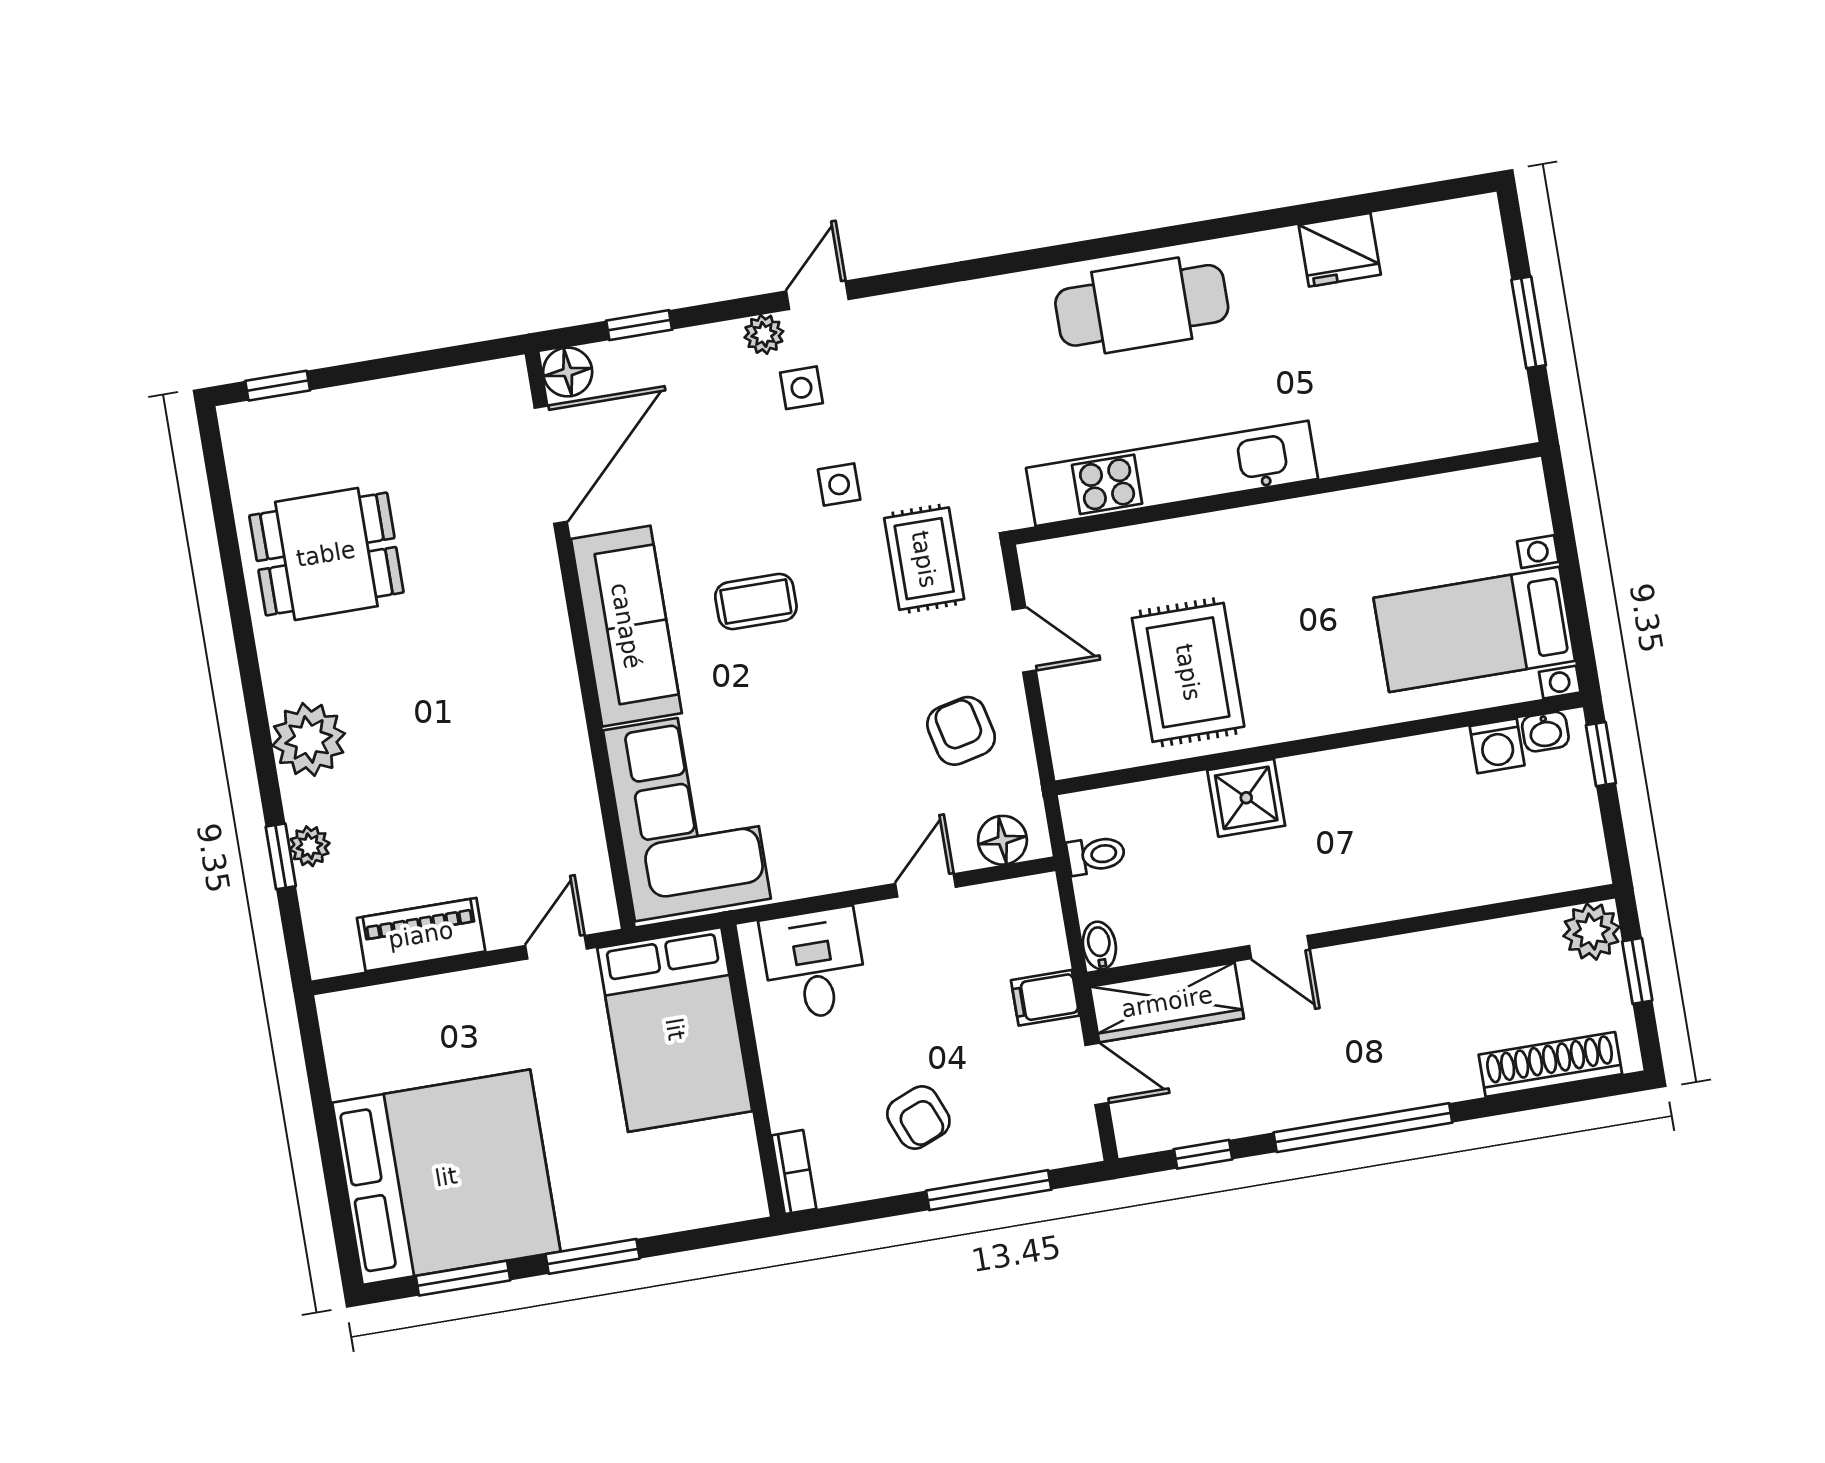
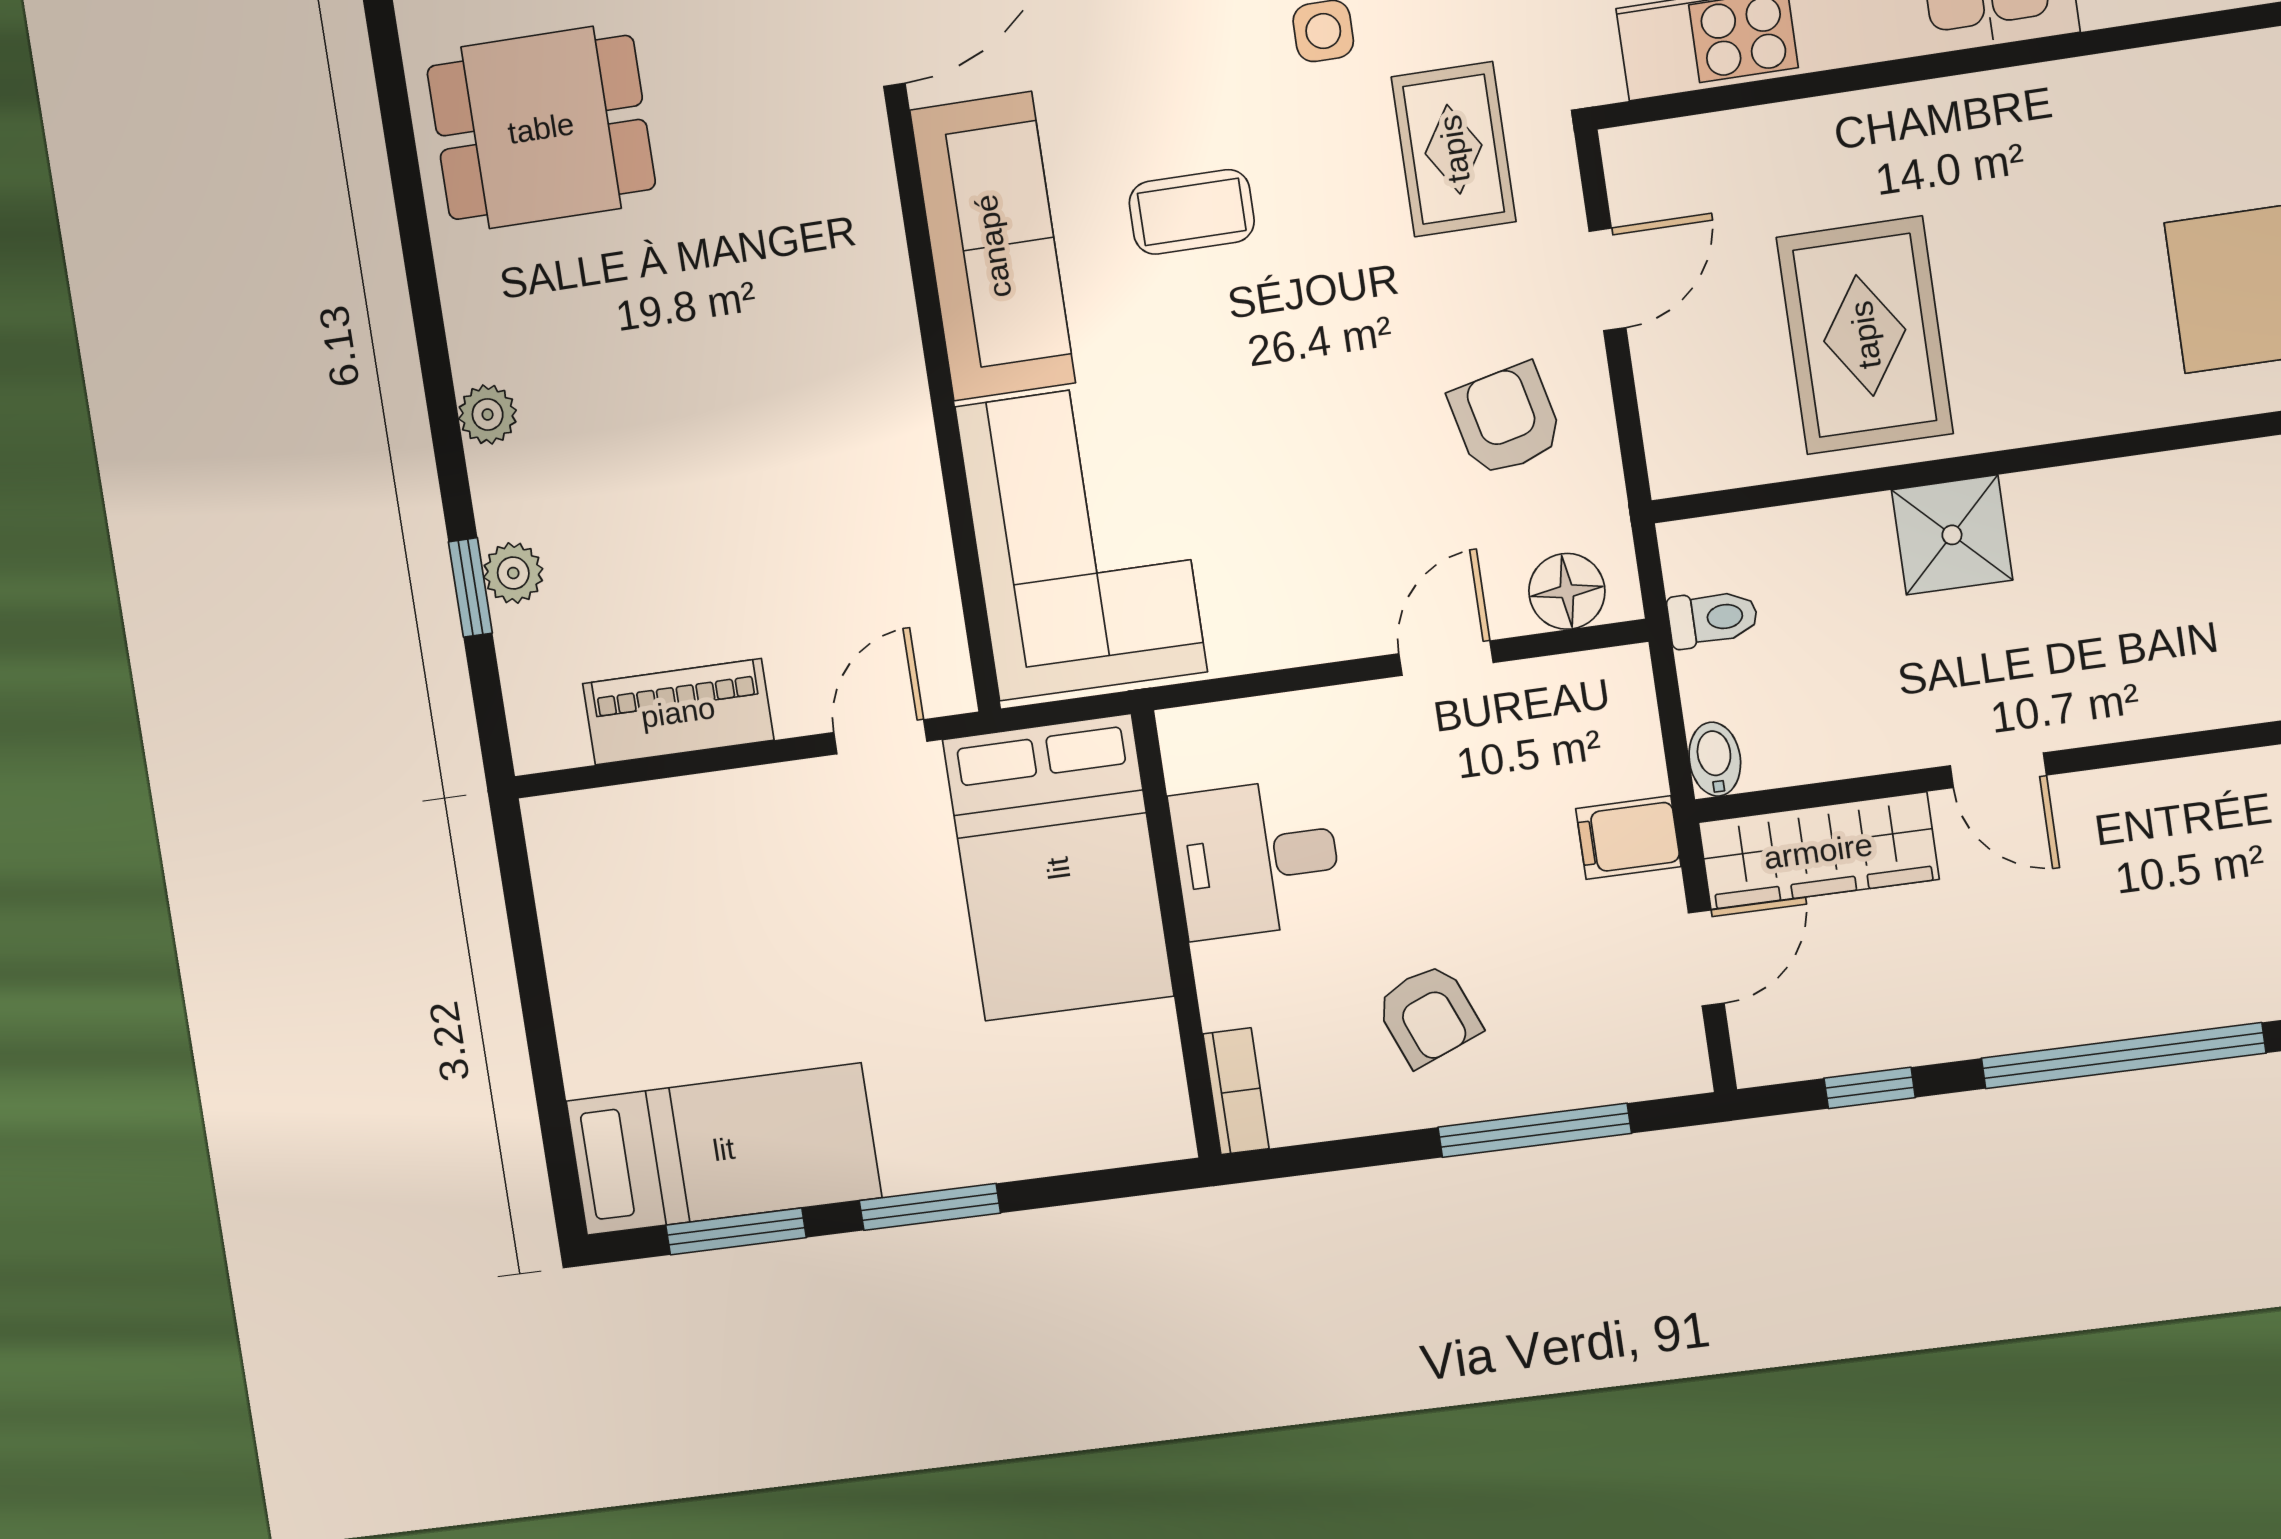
door: (1024, 640) -> (1607, 279), hinge flipped
plant: (309, 739) -> (488, 414), width x0.53, depth x0.53
desk: (814, 964) -> (1256, 859), moved, turned -90
door: (1097, 1074) -> (1706, 958), hinge flipped
bed: (446, 1177) -> (724, 1149), width x0.49

